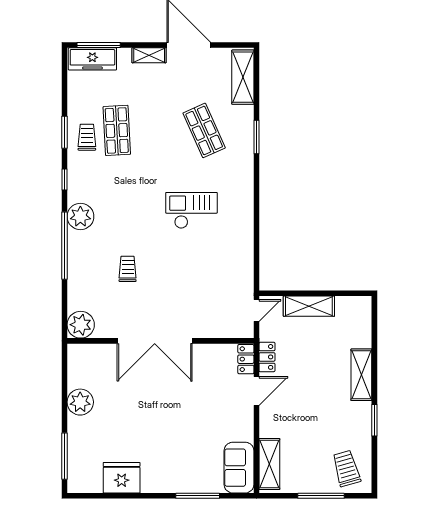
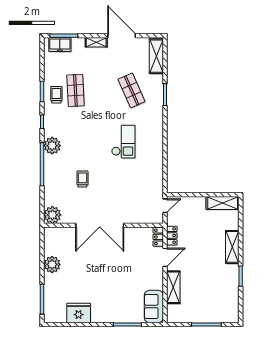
freezer: (92, 59) -> (60, 45), width x0.71
checkout: (191, 210) -> (123, 142), turned 90
shelving: (309, 306) -> (223, 203), moved
shelving: (269, 464) -> (173, 287), moved
trolley: (346, 468) -> (223, 307), removed

